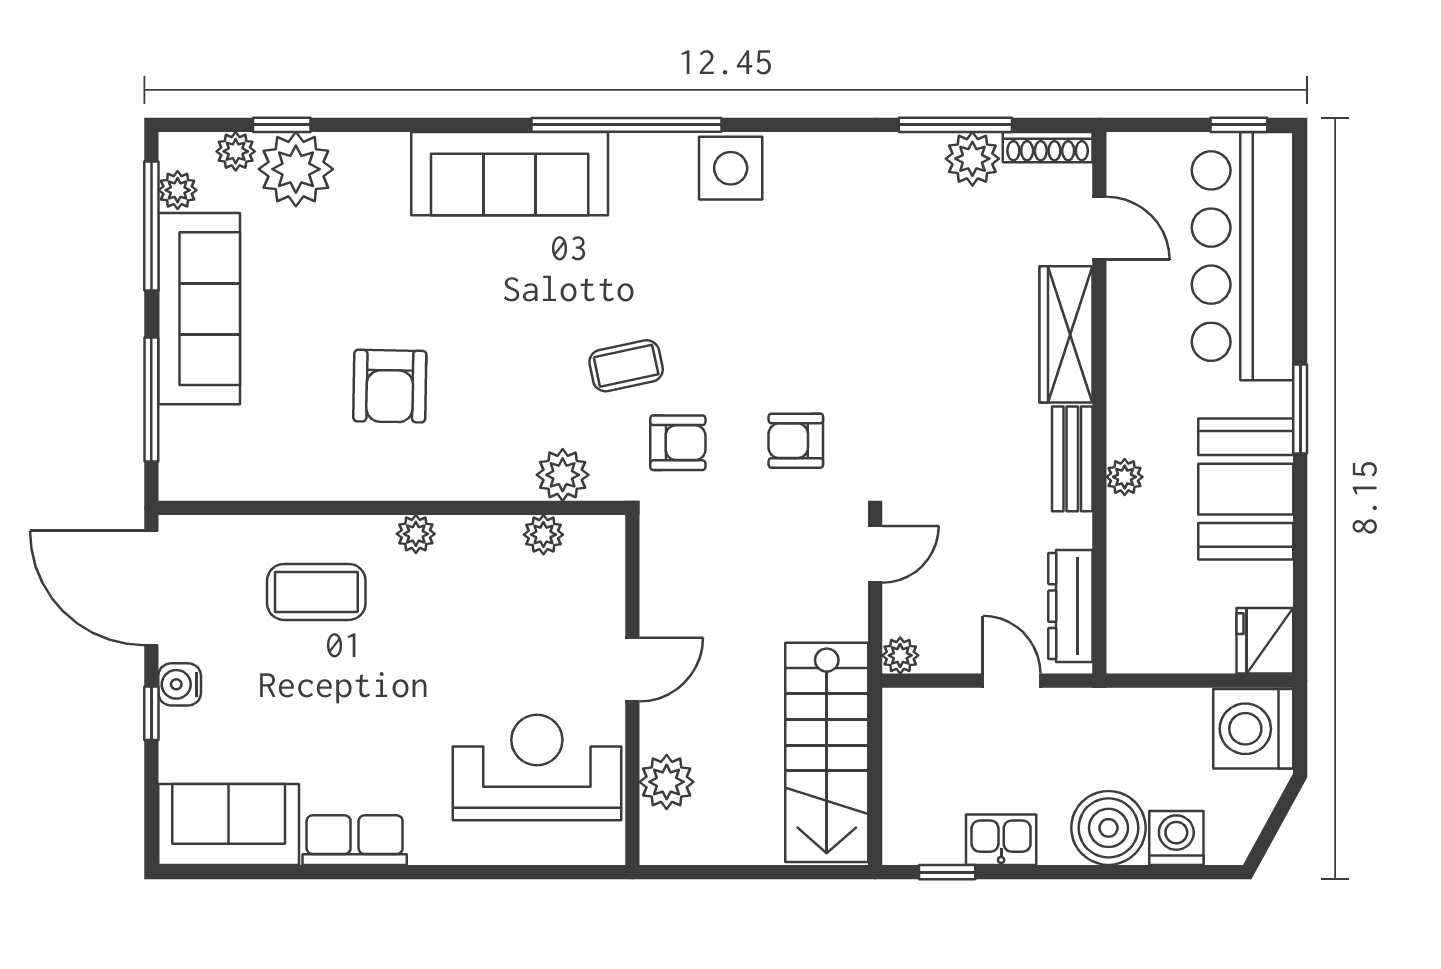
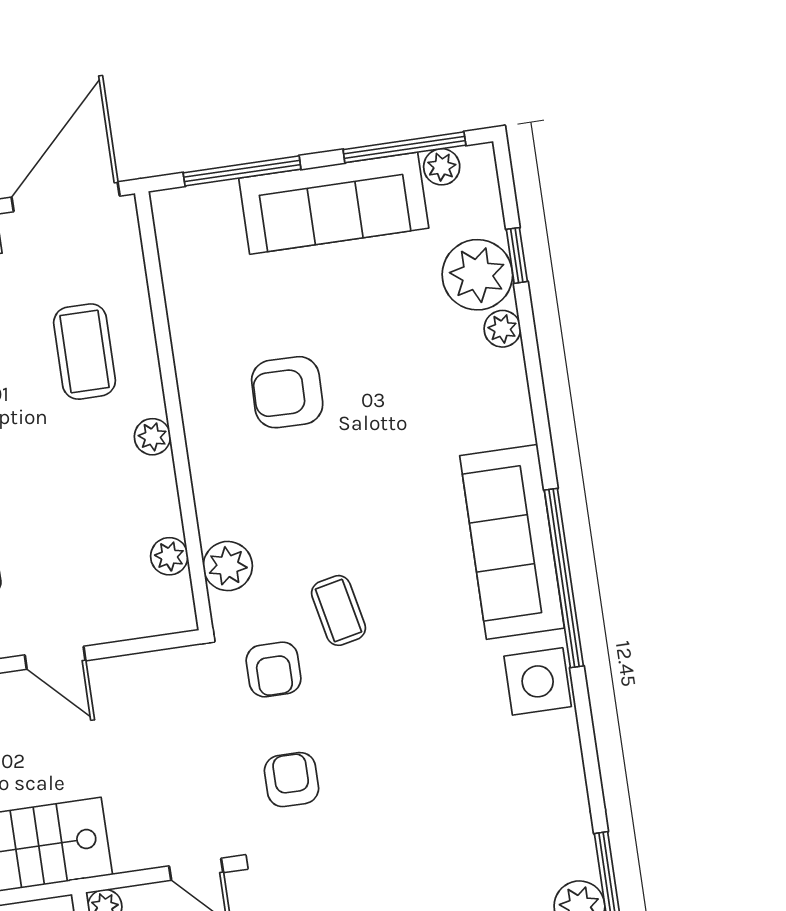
plant: (236, 151) -> (502, 329), moved
sofa: (510, 174) -> (512, 542), moved

